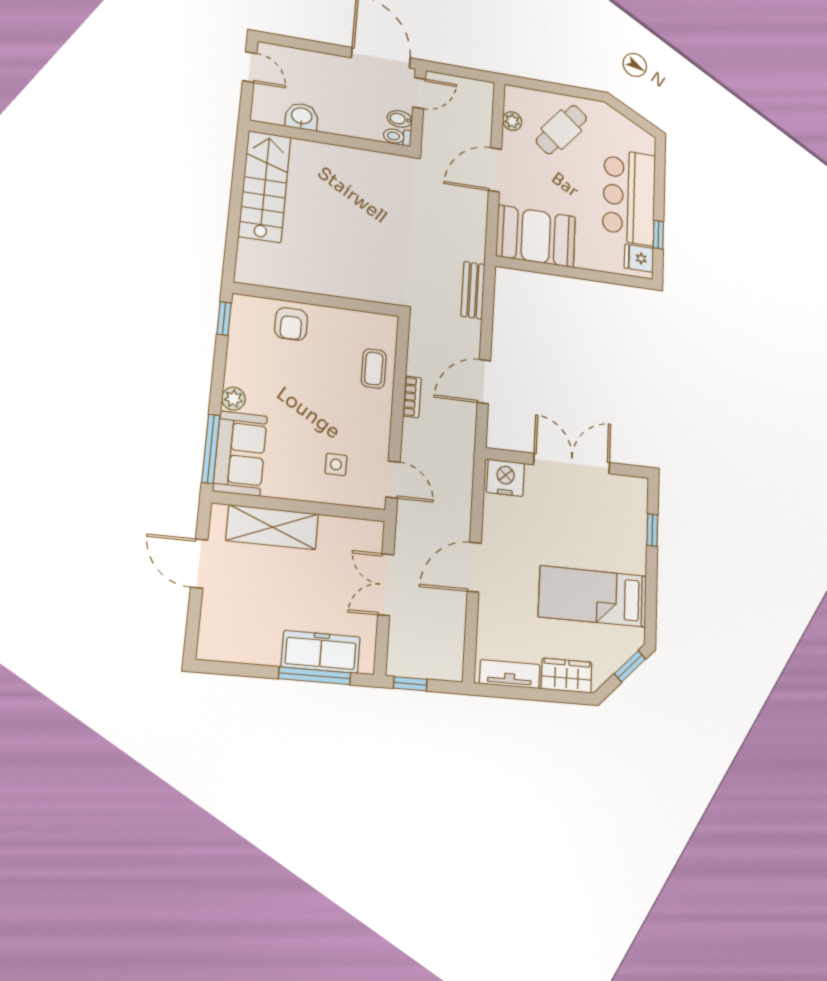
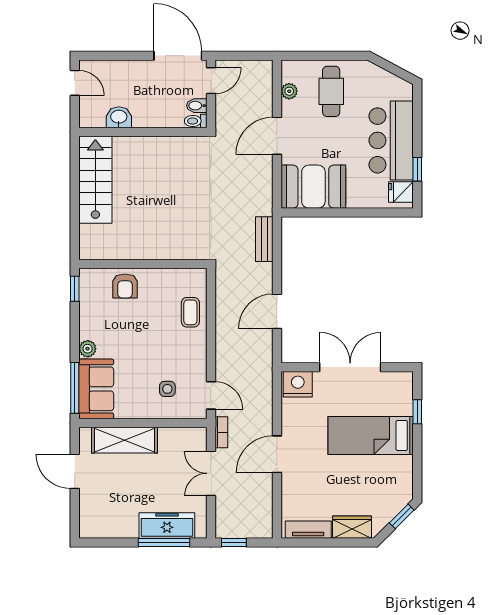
cafe table: (561, 130) -> (331, 91), turned -40
bookcase: (412, 397) -> (221, 432), moved
bed: (593, 596) -> (371, 436), moved

